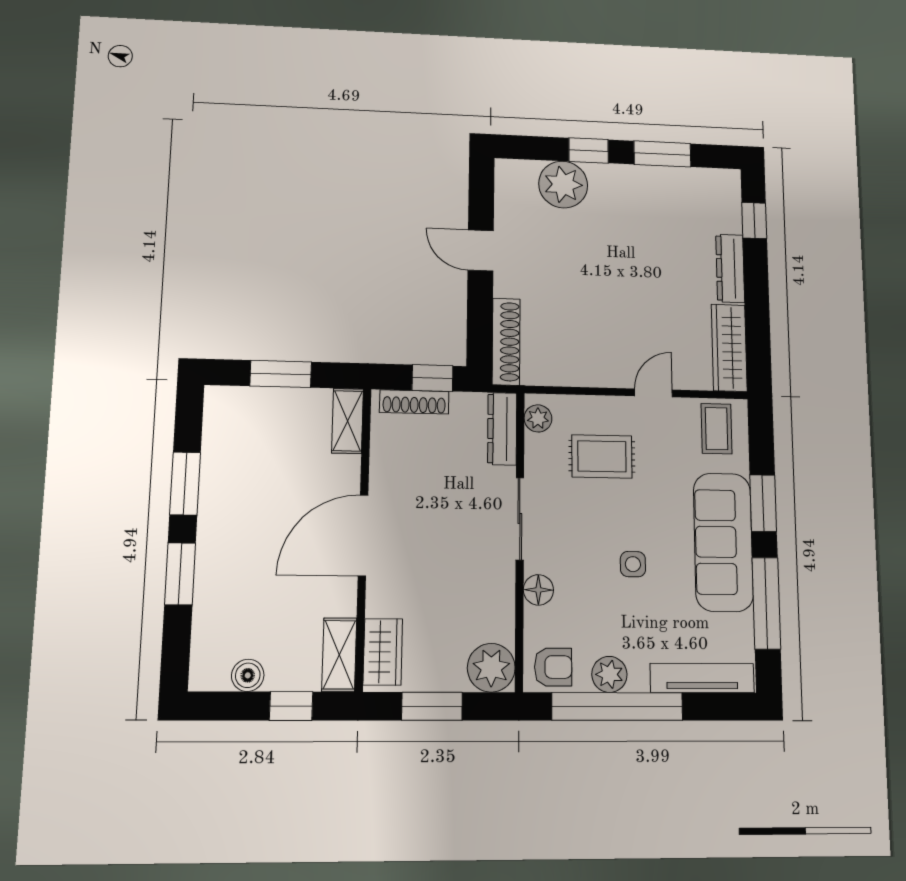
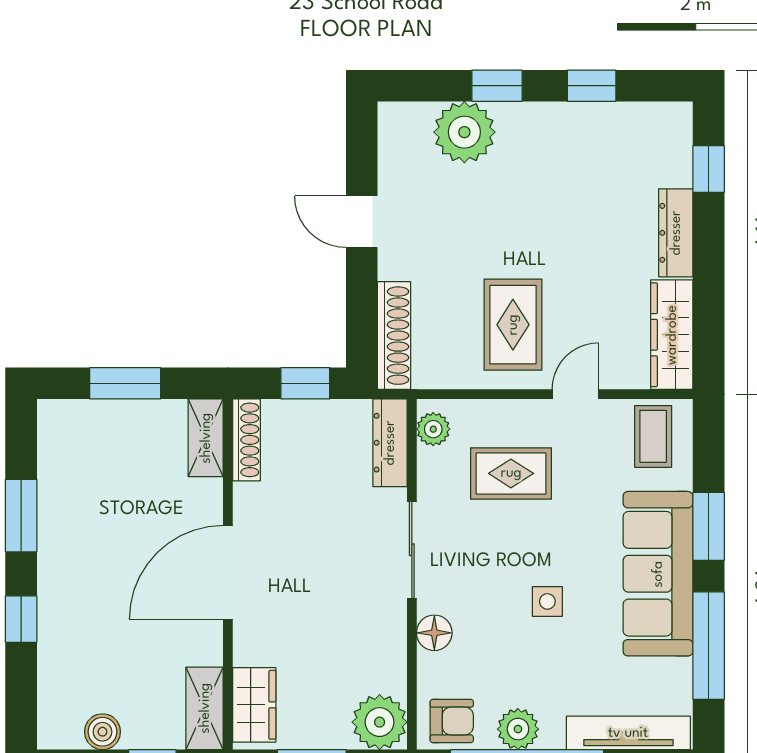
window: (662, 154) -> (592, 86), width x0.67
rug: (603, 336) -> (513, 325), added
shoe rack: (414, 402) -> (246, 440), moved, turned -90
window: (180, 574) -> (21, 619), width x0.67

